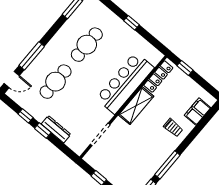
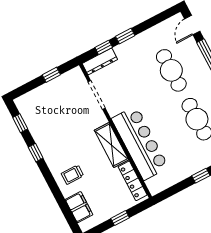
window: (185, 68) -> (120, 218), moved
window: (25, 116) -> (104, 47), moved
dresser: (56, 129) -> (100, 61), moved
window: (167, 165) -> (36, 153), width x0.46

